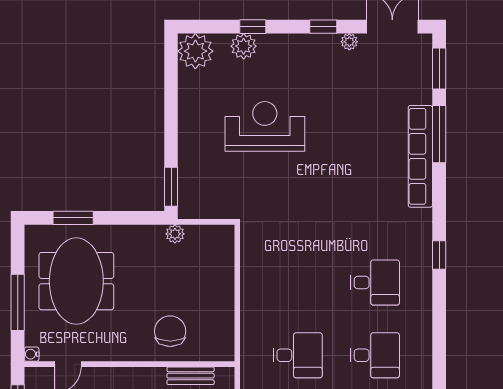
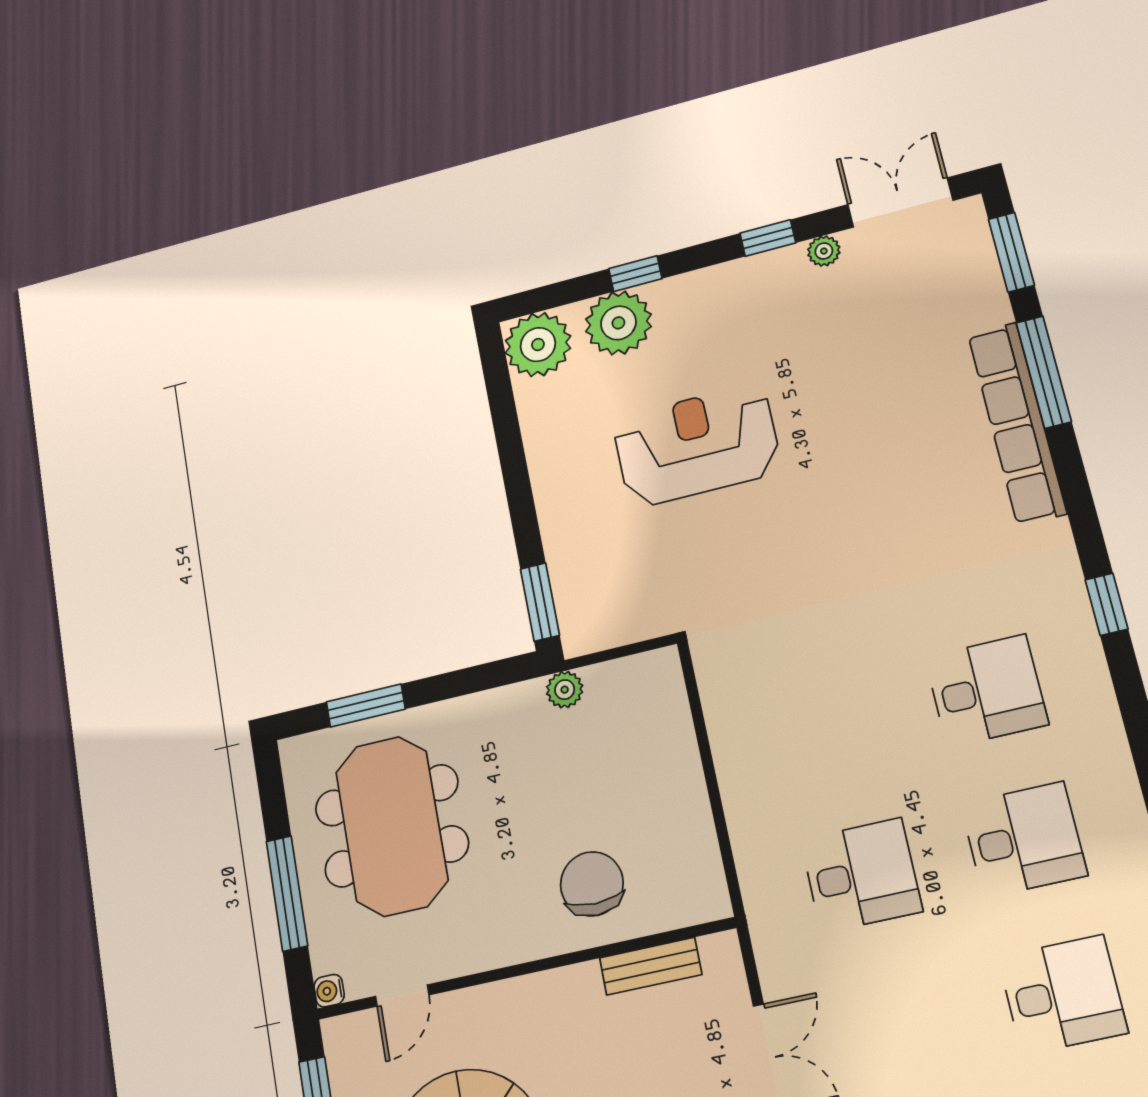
plant: (244, 46) -> (618, 323), width x1.36, depth x1.36

